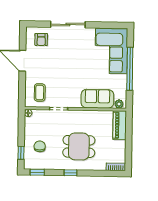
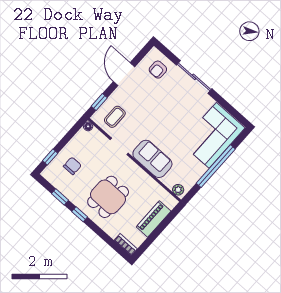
window: (22, 92) -> (99, 102), added
sofa: (97, 99) -> (152, 159), moved
piano: (120, 125) -> (154, 219), moved
dining table: (79, 146) -> (108, 197), turned 90
window: (37, 172) -> (60, 197), moved

